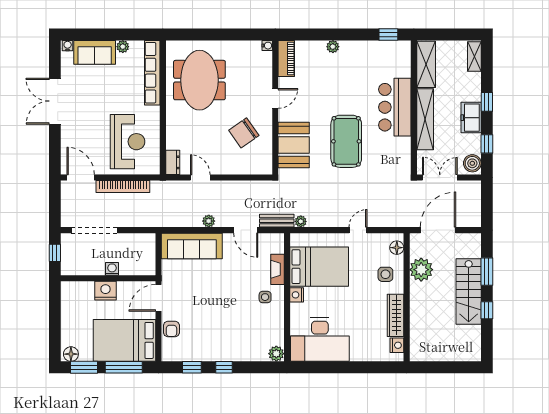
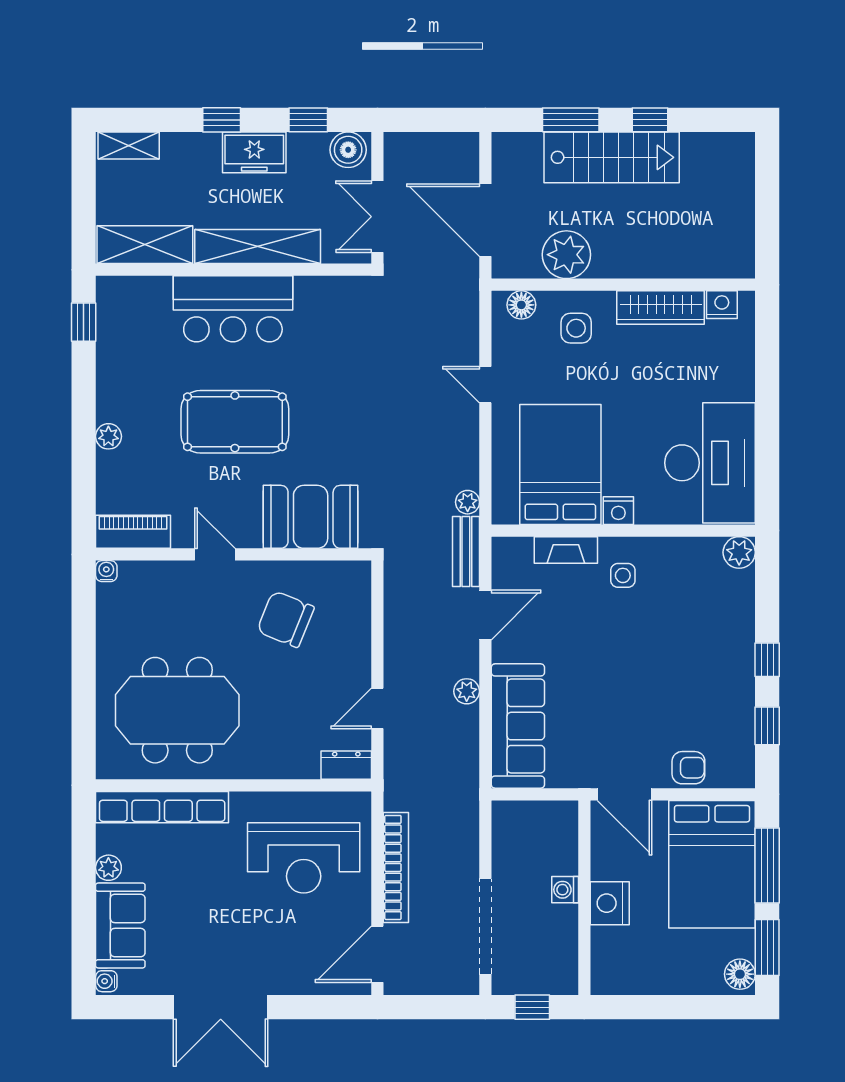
chair: (244, 133) -> (286, 619), turned 147
pool table: (346, 141) -> (235, 422), moved
reception desk: (128, 142) -> (304, 858), turned 180

